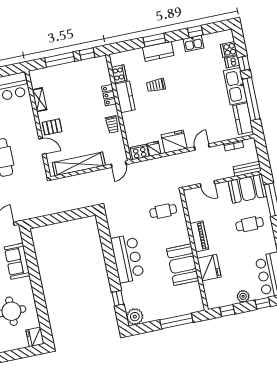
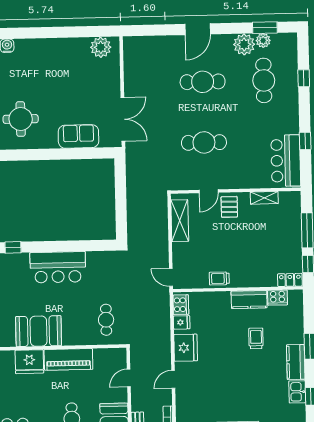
kitchen counter: (158, 51) -> (296, 362), moved
locker: (109, 95) -> (290, 280), moved
door: (202, 147) -> (173, 379), swing flipped
shelving: (79, 164) -> (180, 221), width x0.68
piano: (199, 236) -> (68, 359), width x1.37, depth x1.33

